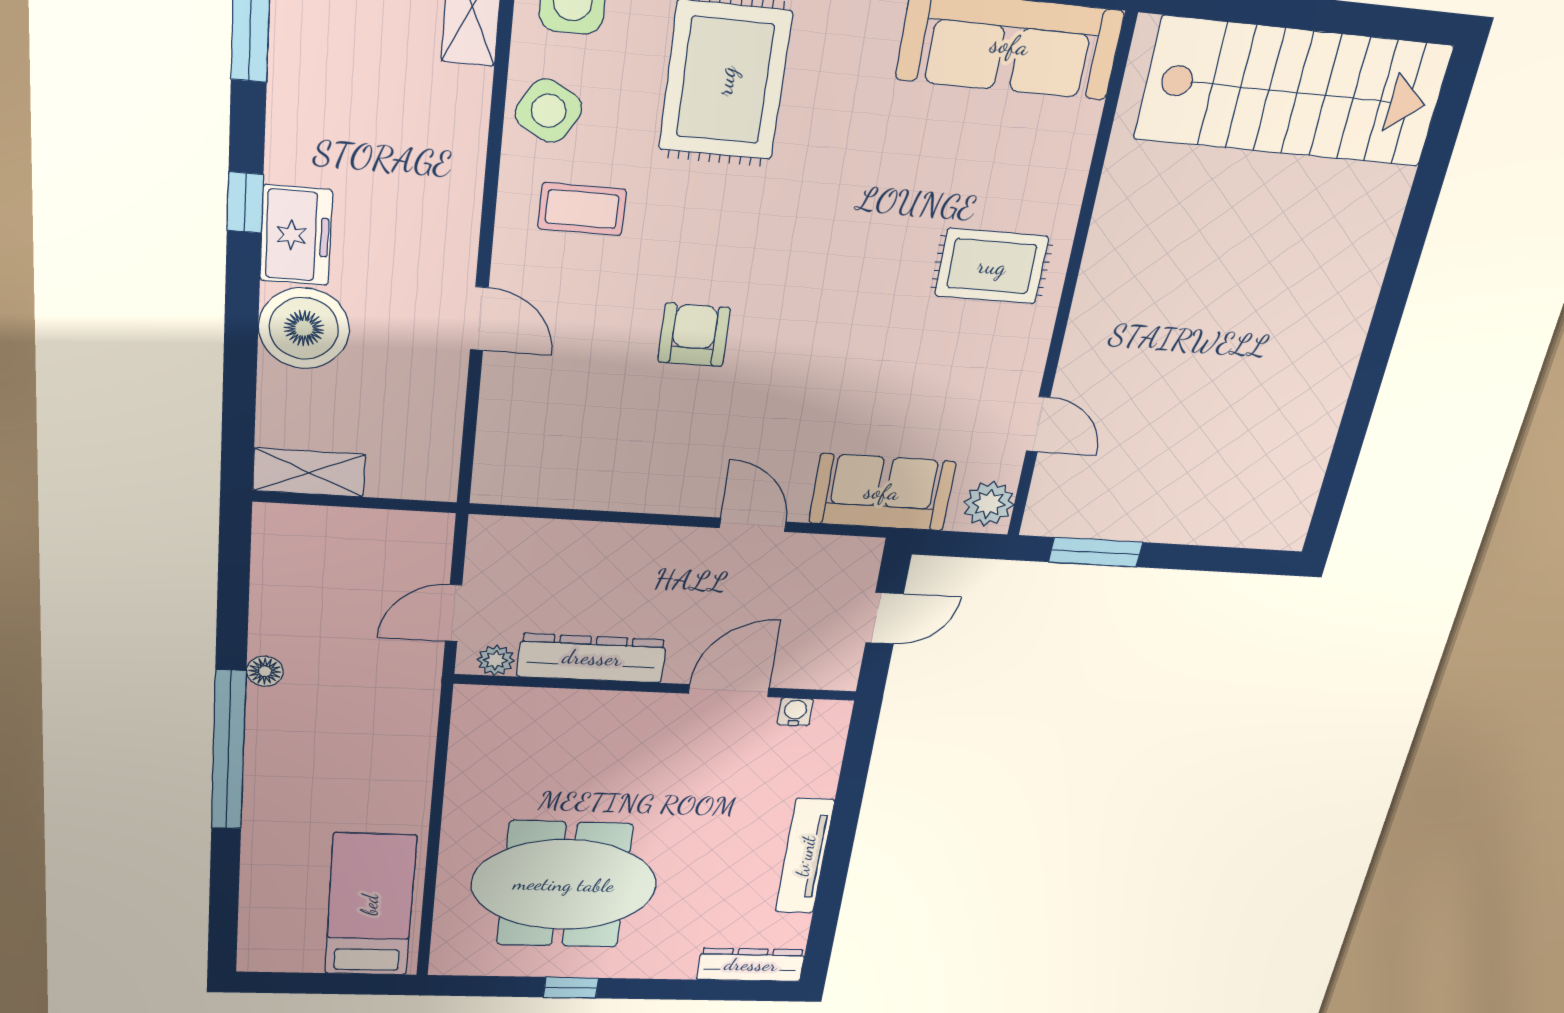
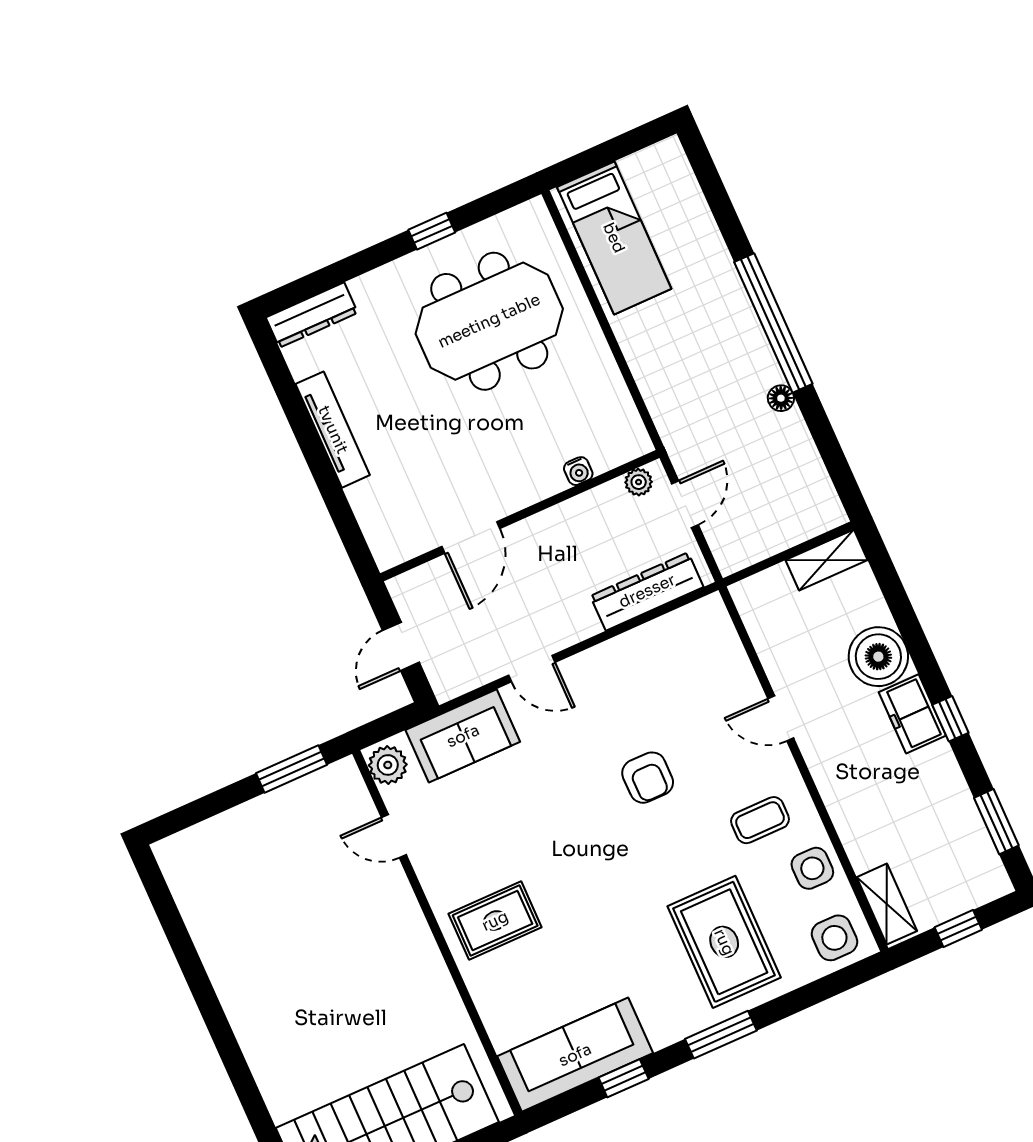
side table: (549, 111) -> (812, 868), turned -30
dresser: (592, 658) -> (647, 591), moved, turned 180
water cooler: (795, 712) -> (578, 471), moved

